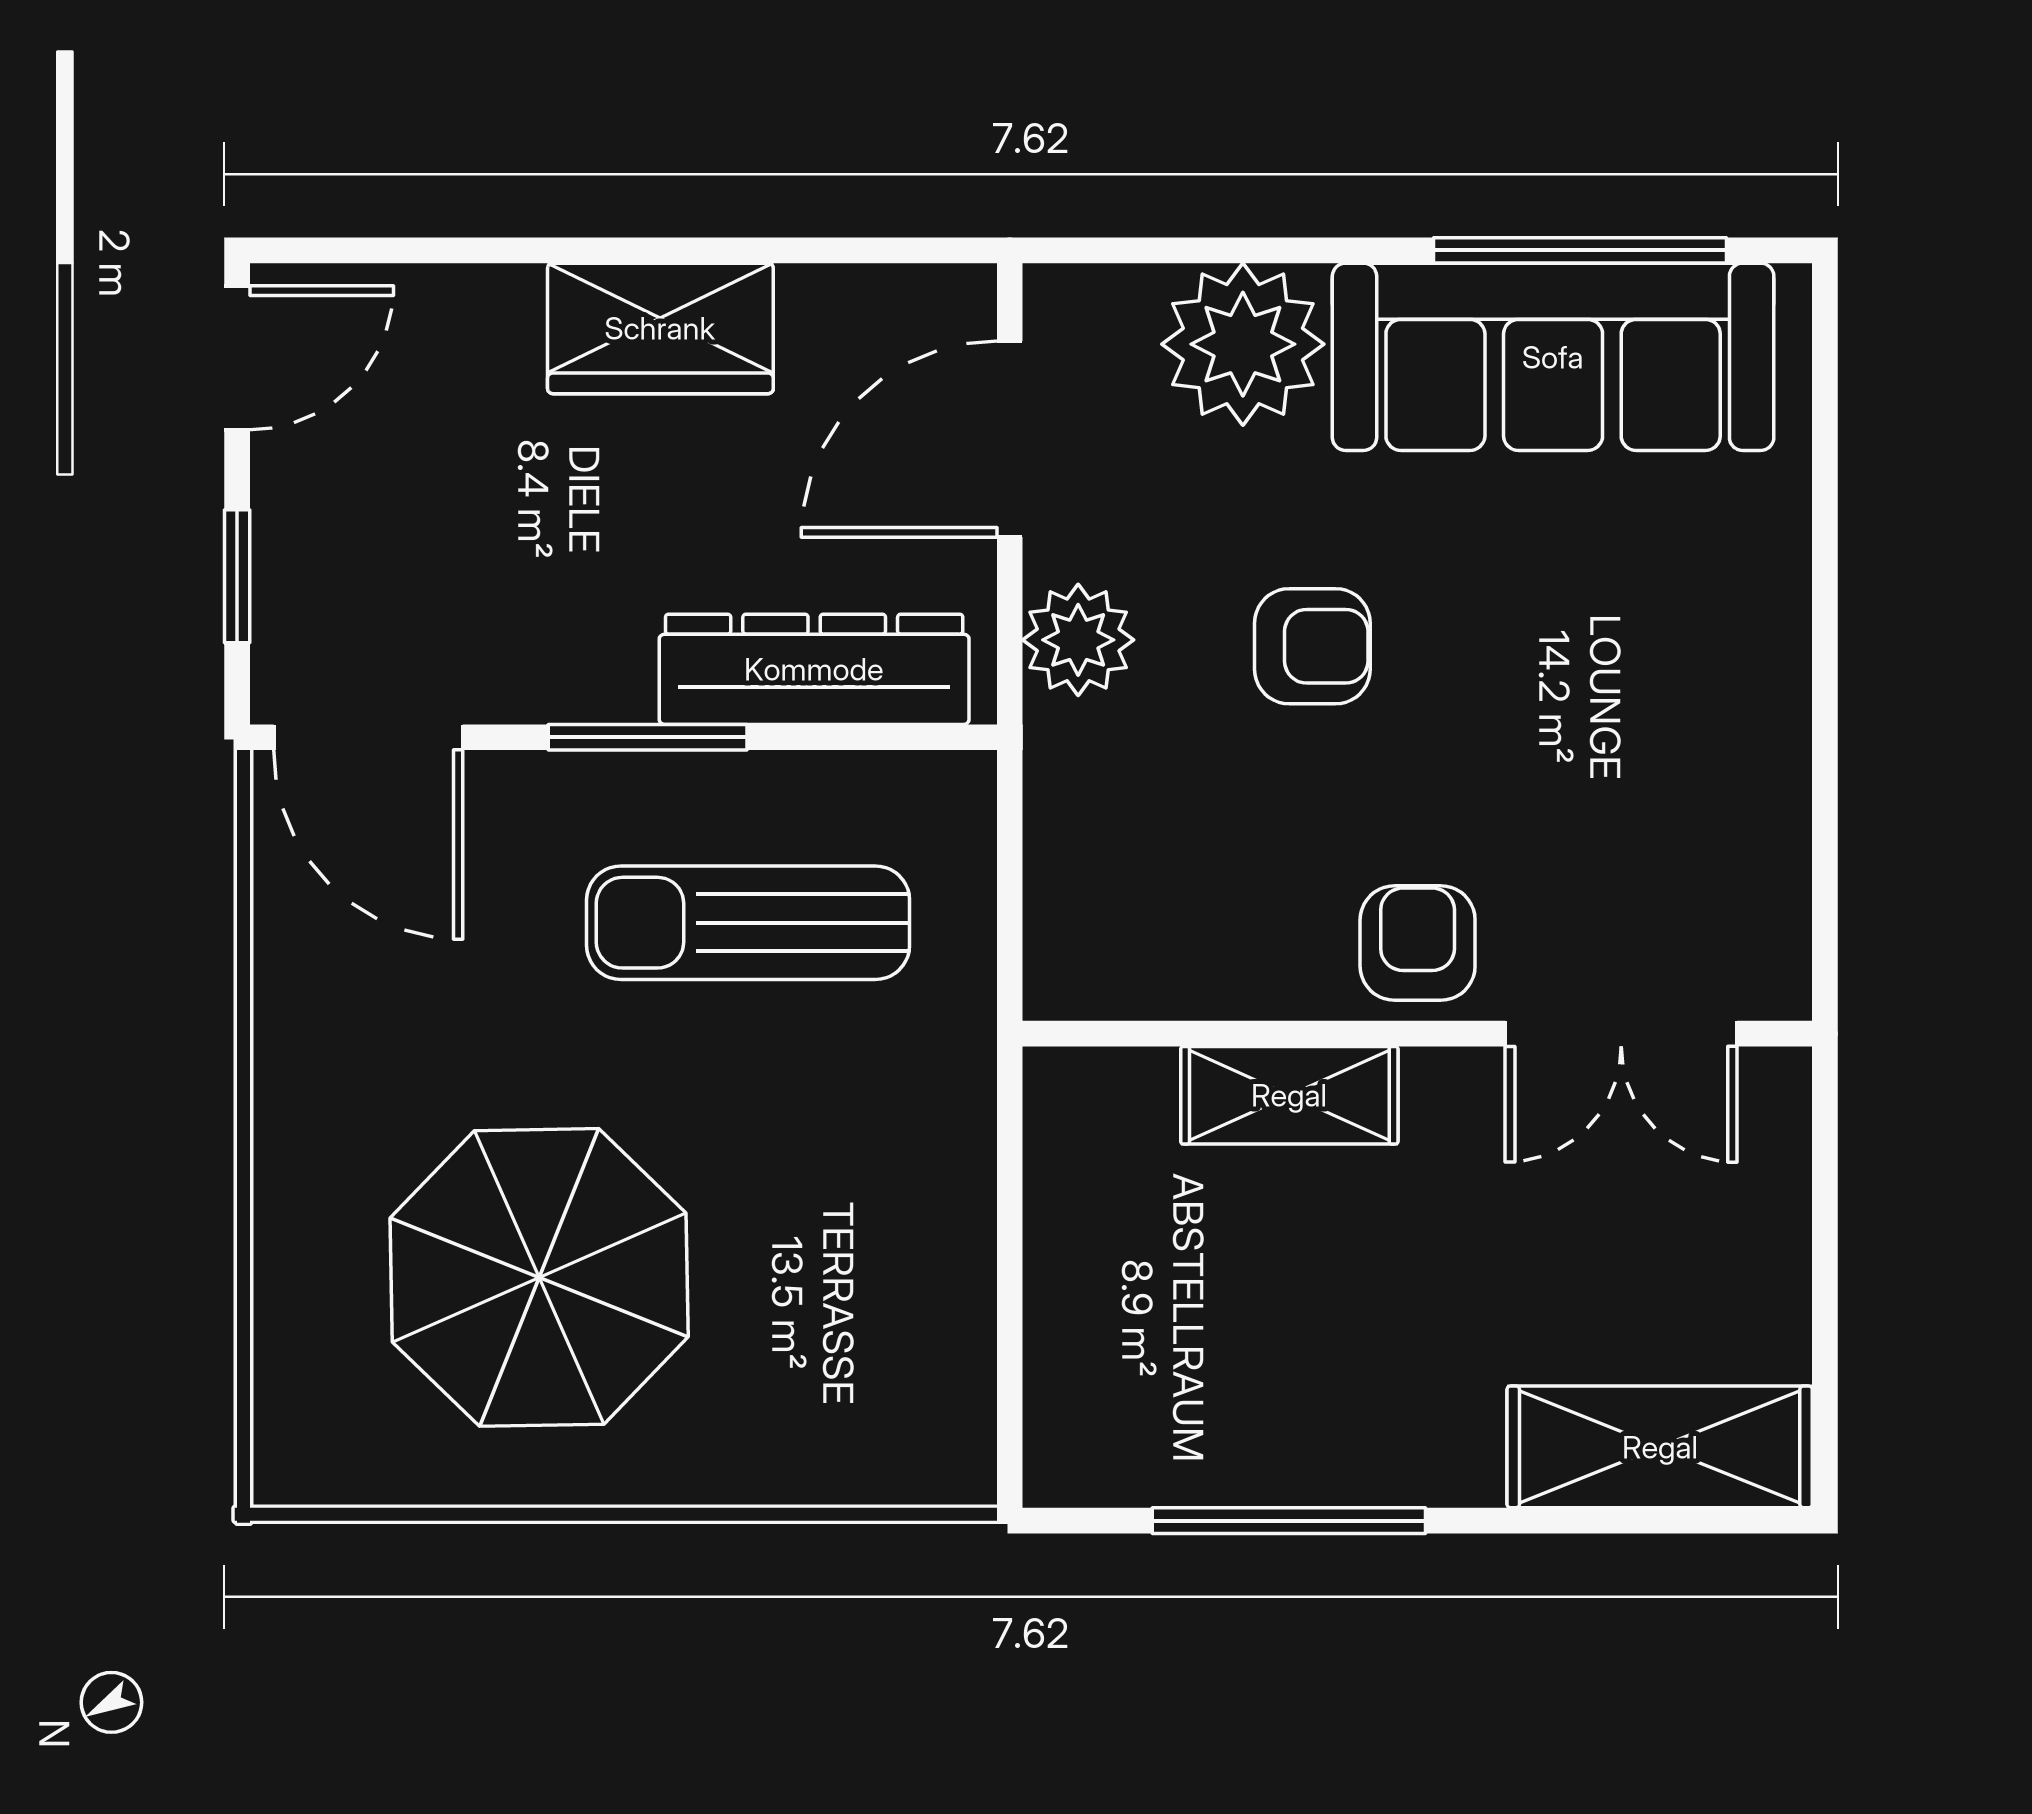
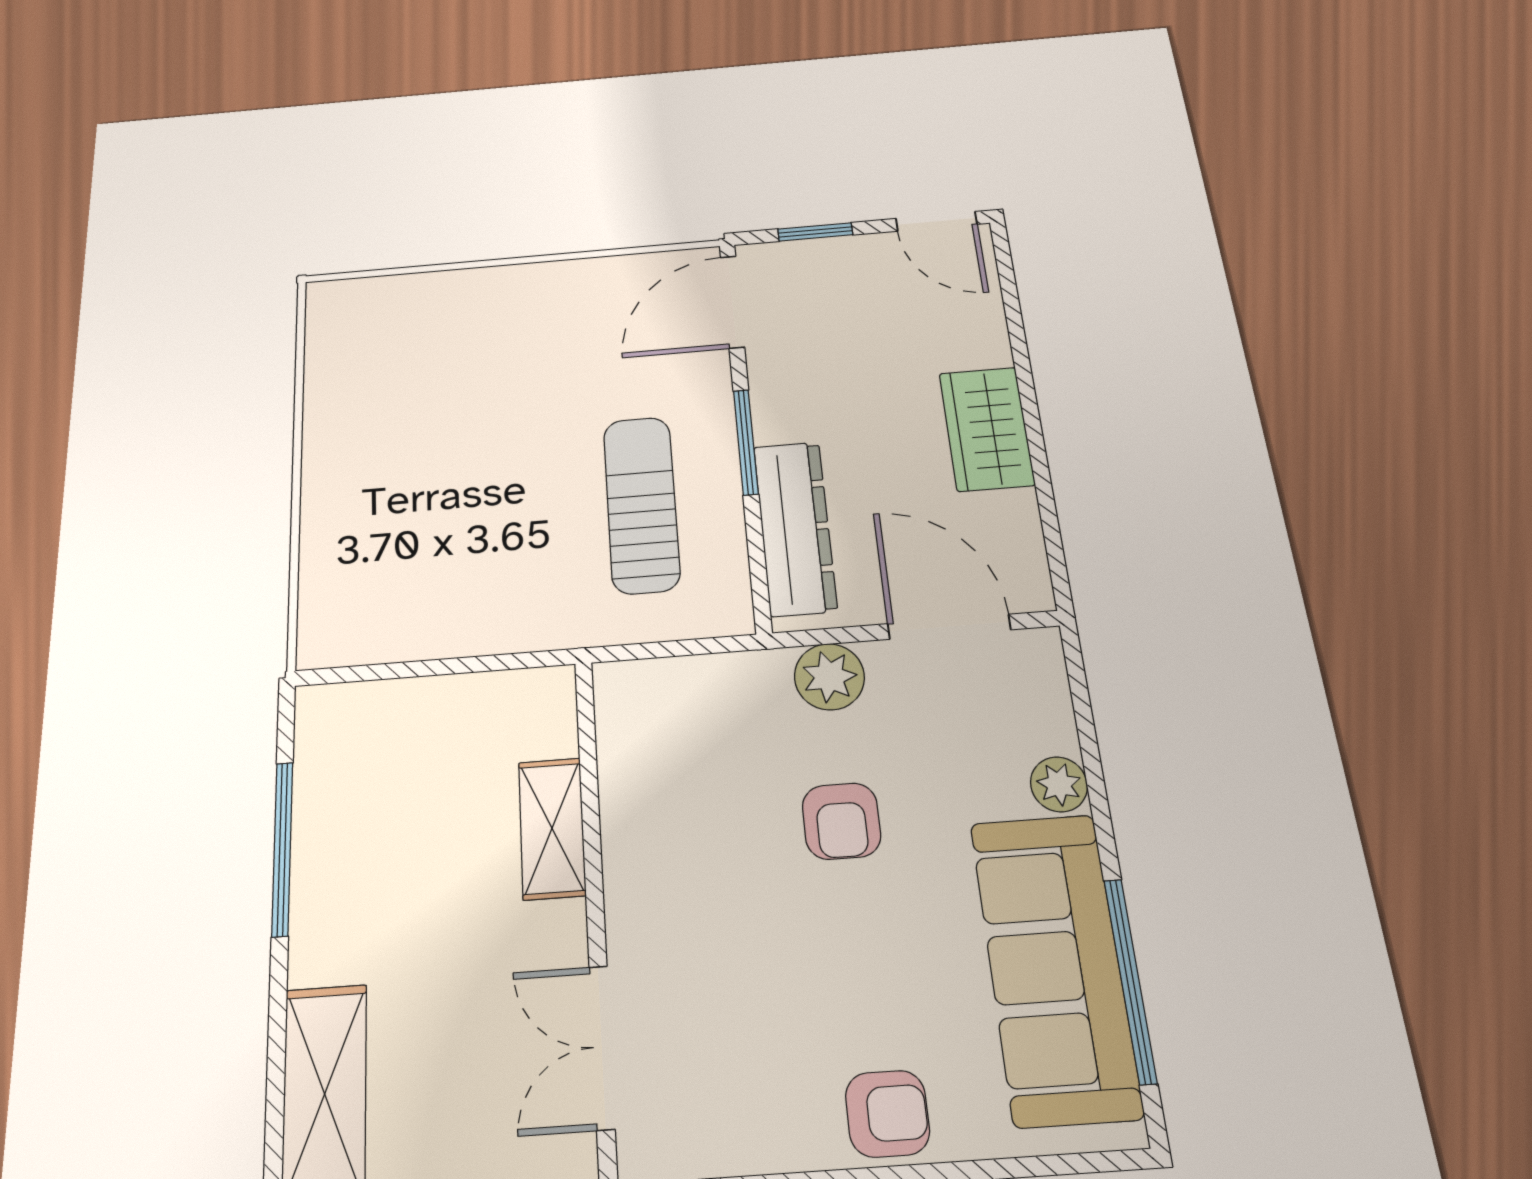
plant: (1243, 344) -> (1059, 784), width x0.53, depth x0.53
armchair: (1418, 943) -> (887, 1114), moved
parasol: (539, 1277) -> (432, 412), removed

